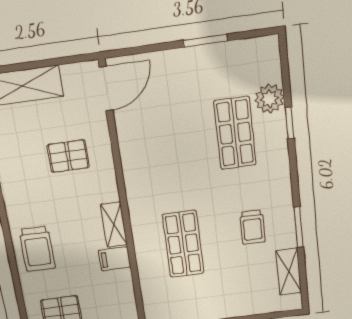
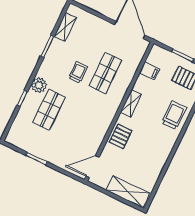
plant: (270, 99) -> (39, 85), moved
pallet: (68, 156) -> (121, 136), moved, turned 90
trolley: (252, 227) -> (78, 72), moved
filing cabinet: (115, 259) -> (149, 71), moved

